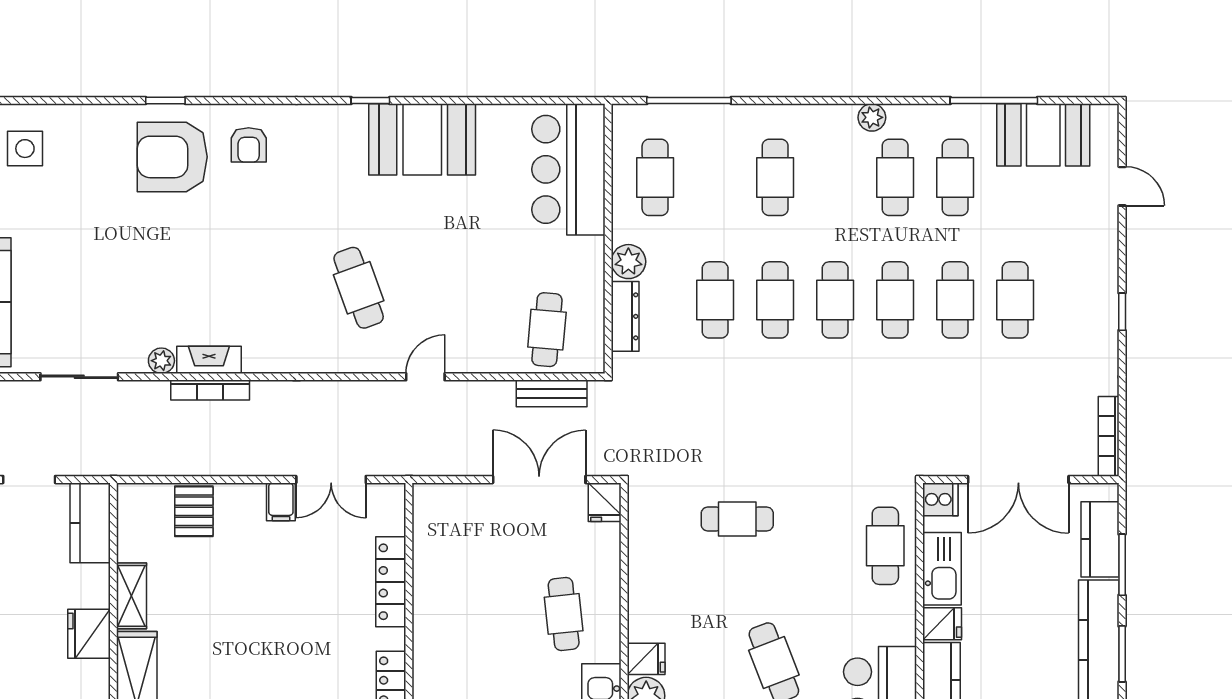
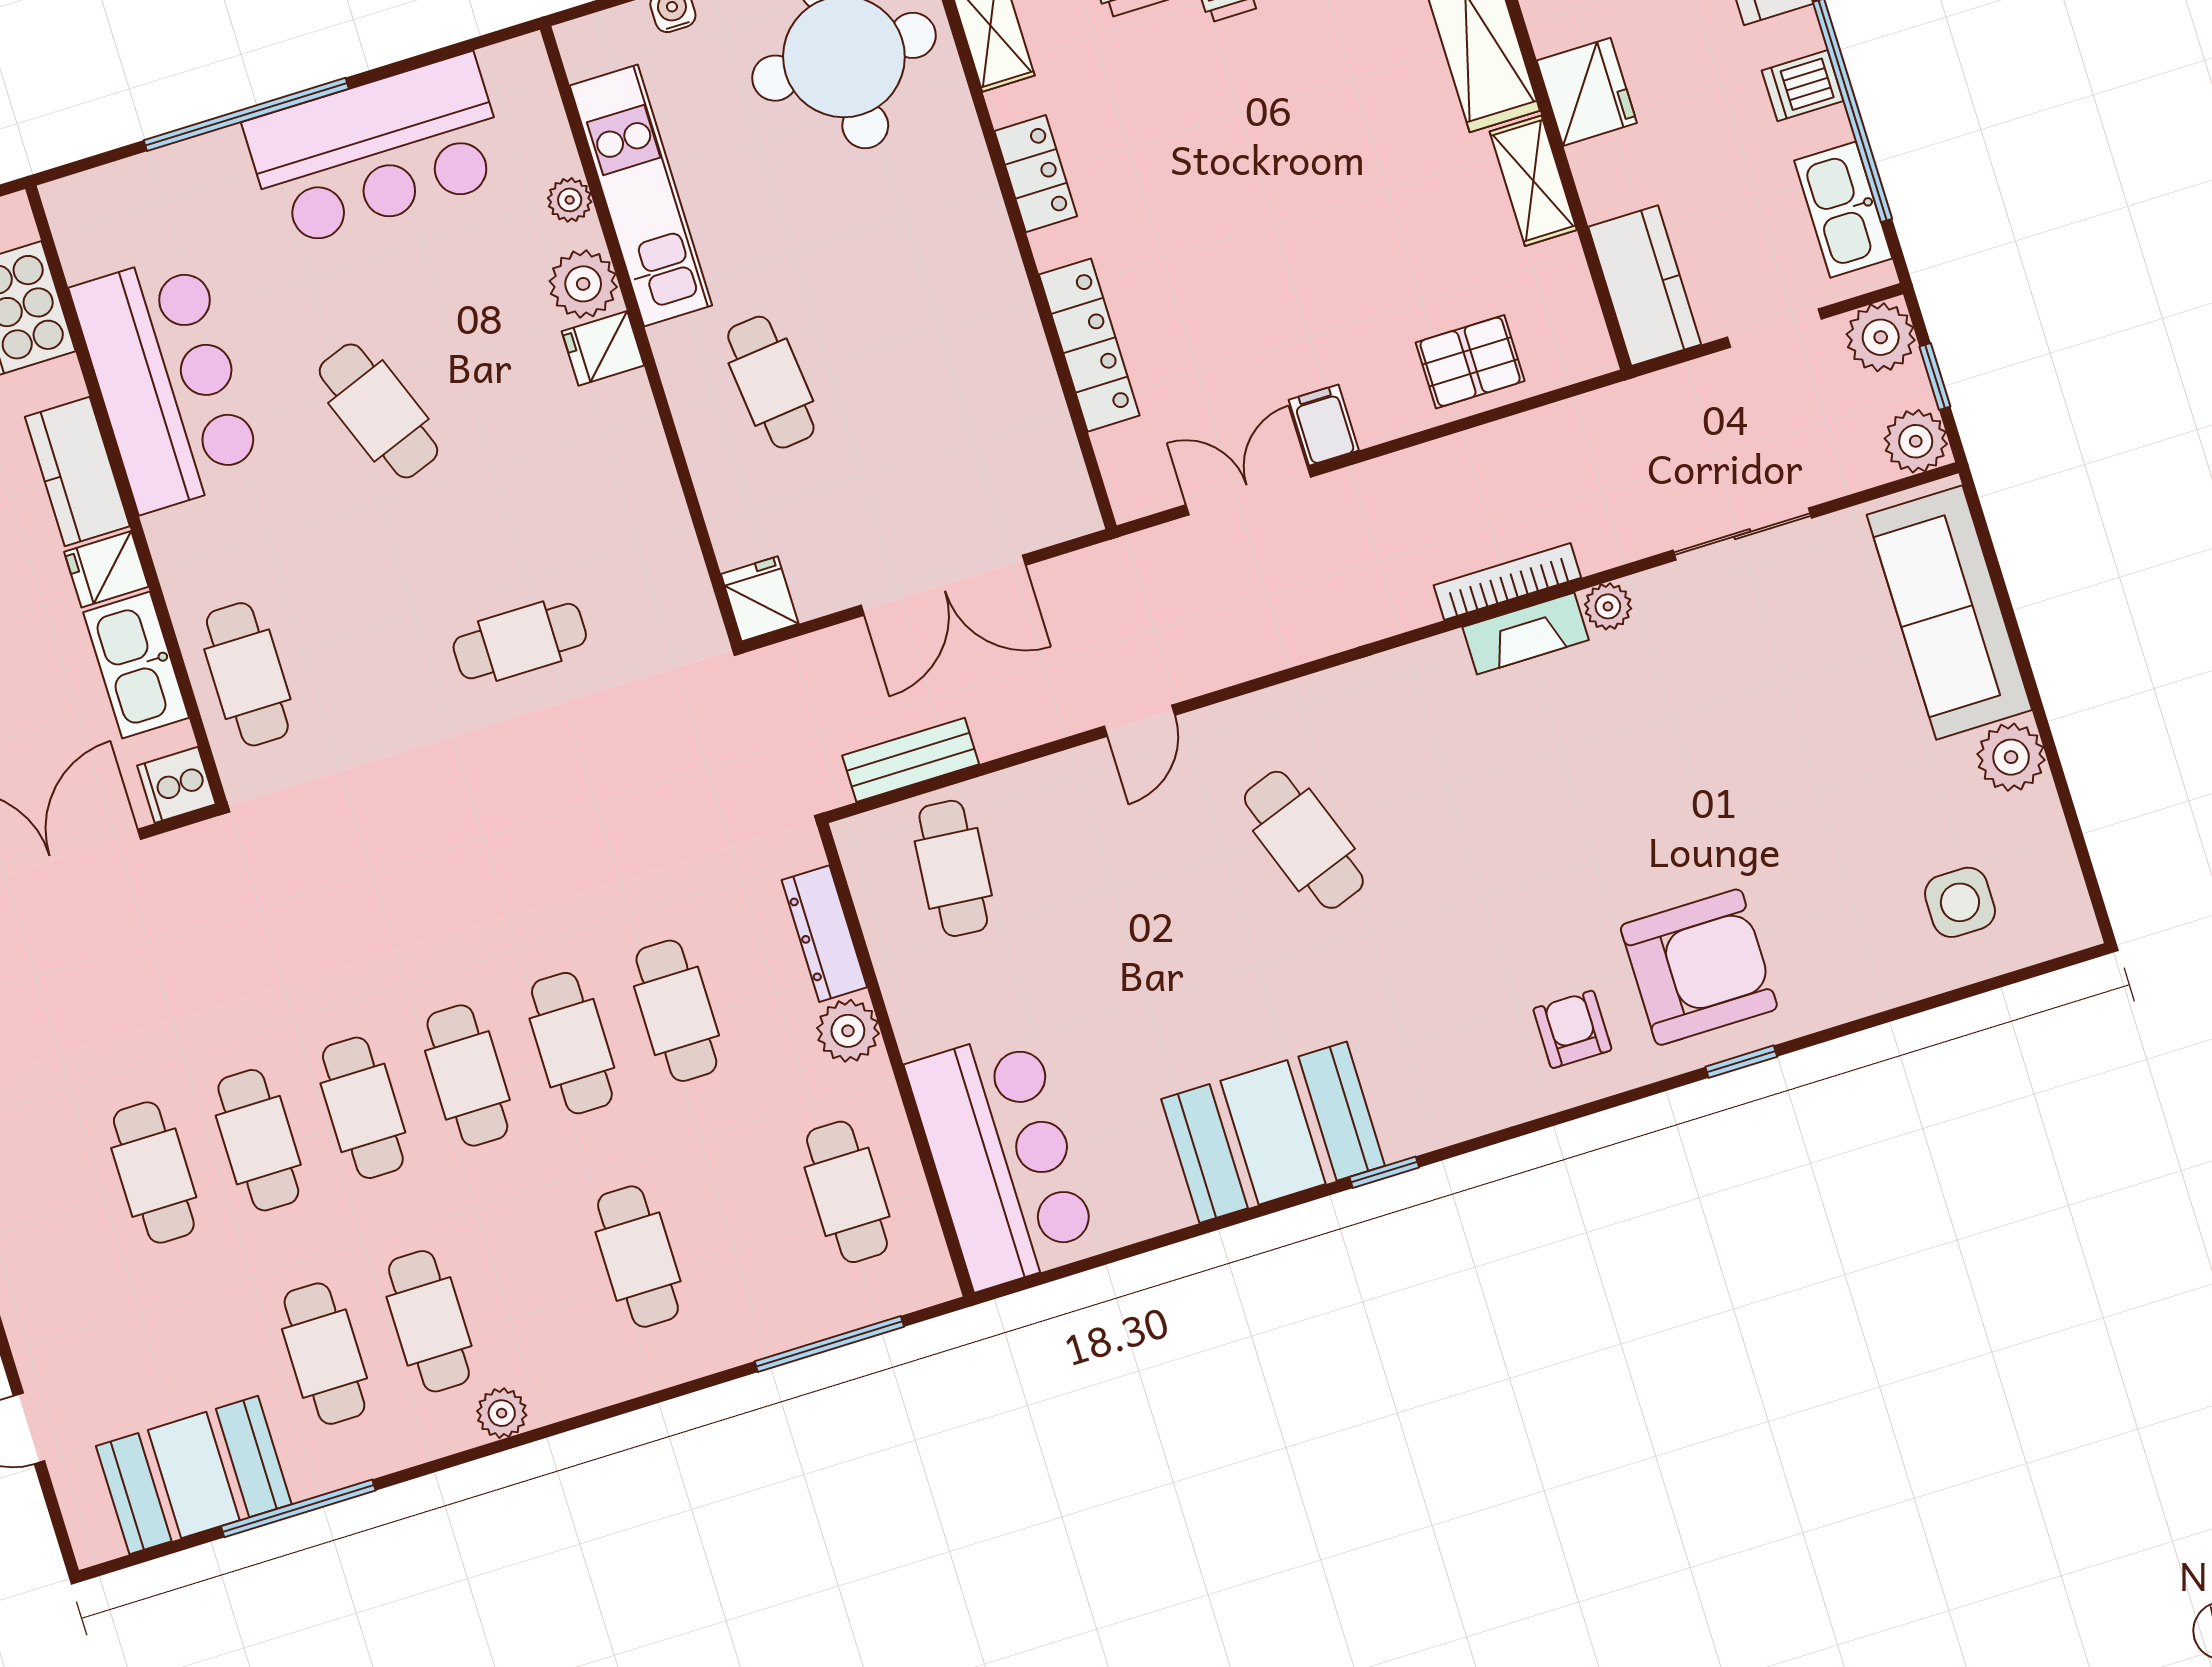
double door: (539, 480) -> (943, 585), moved
pallet: (194, 511) -> (1470, 362), turned 90

